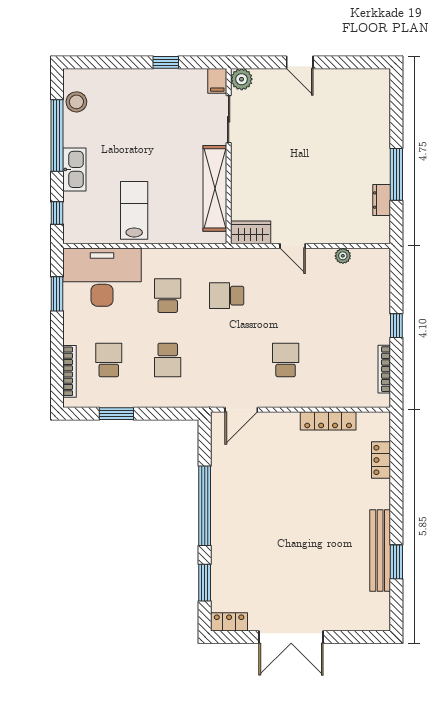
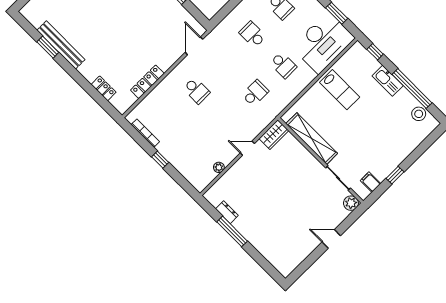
filing cabinet: (217, 81) -> (370, 182), moved

